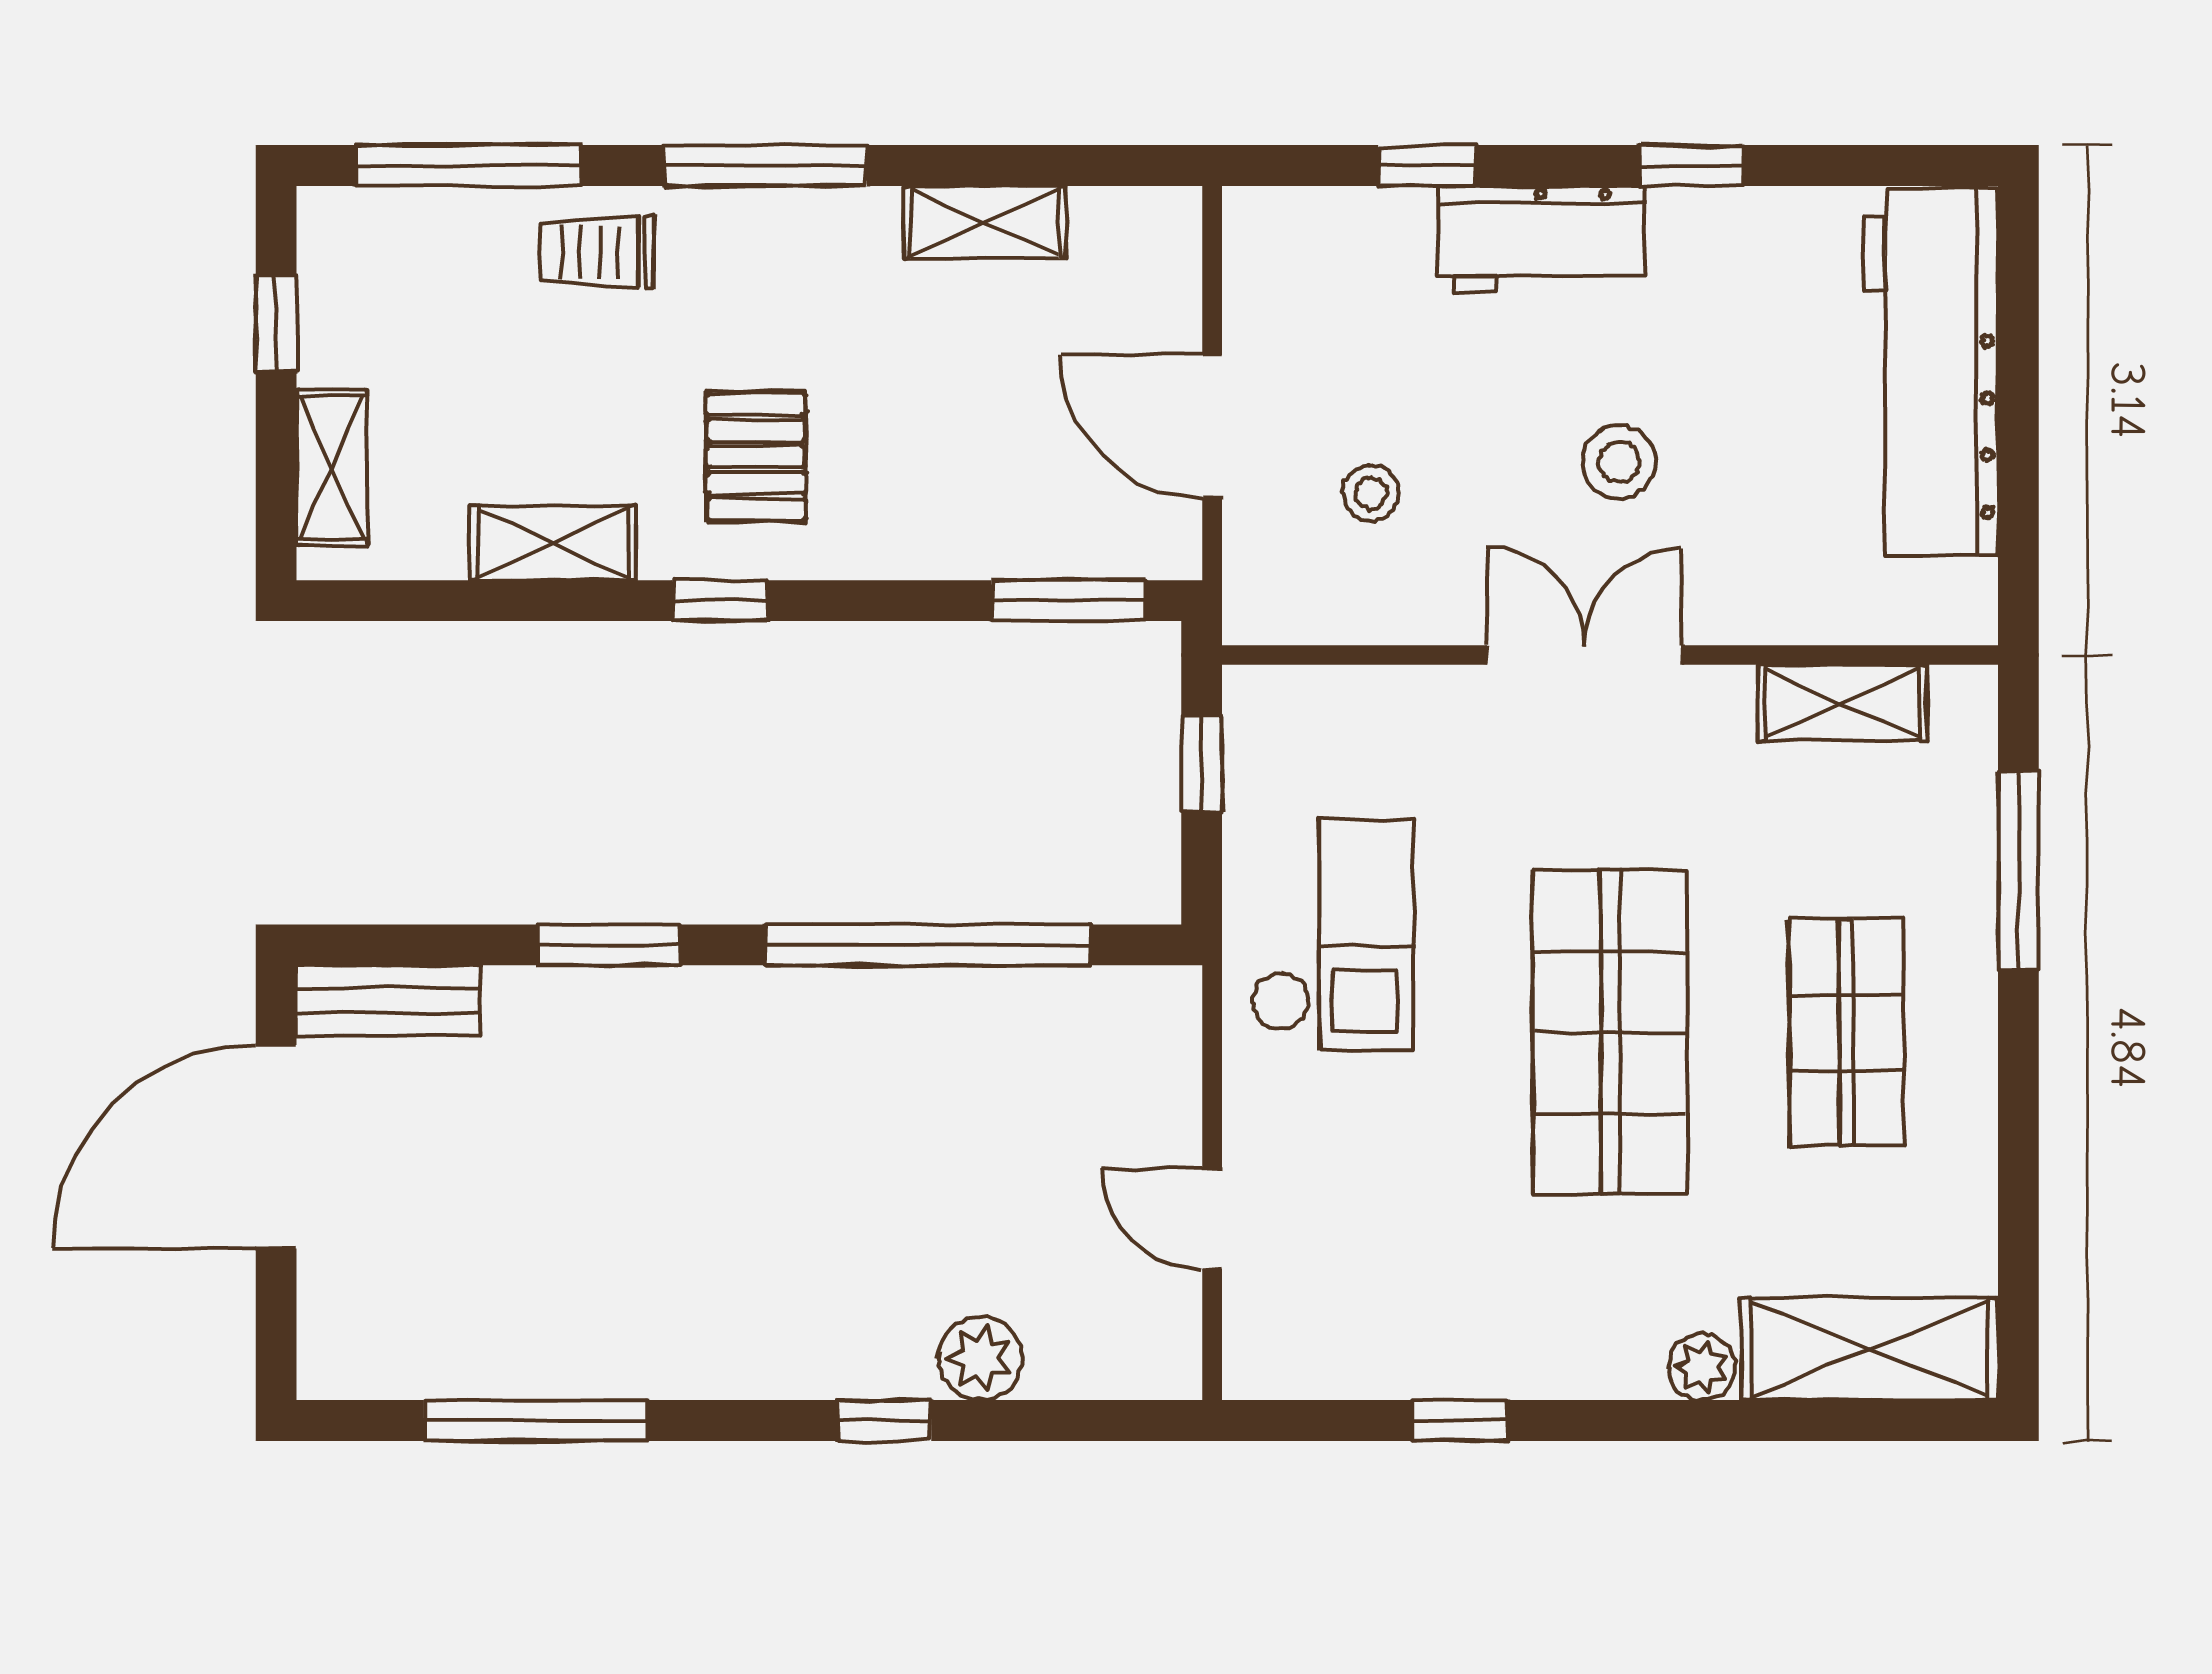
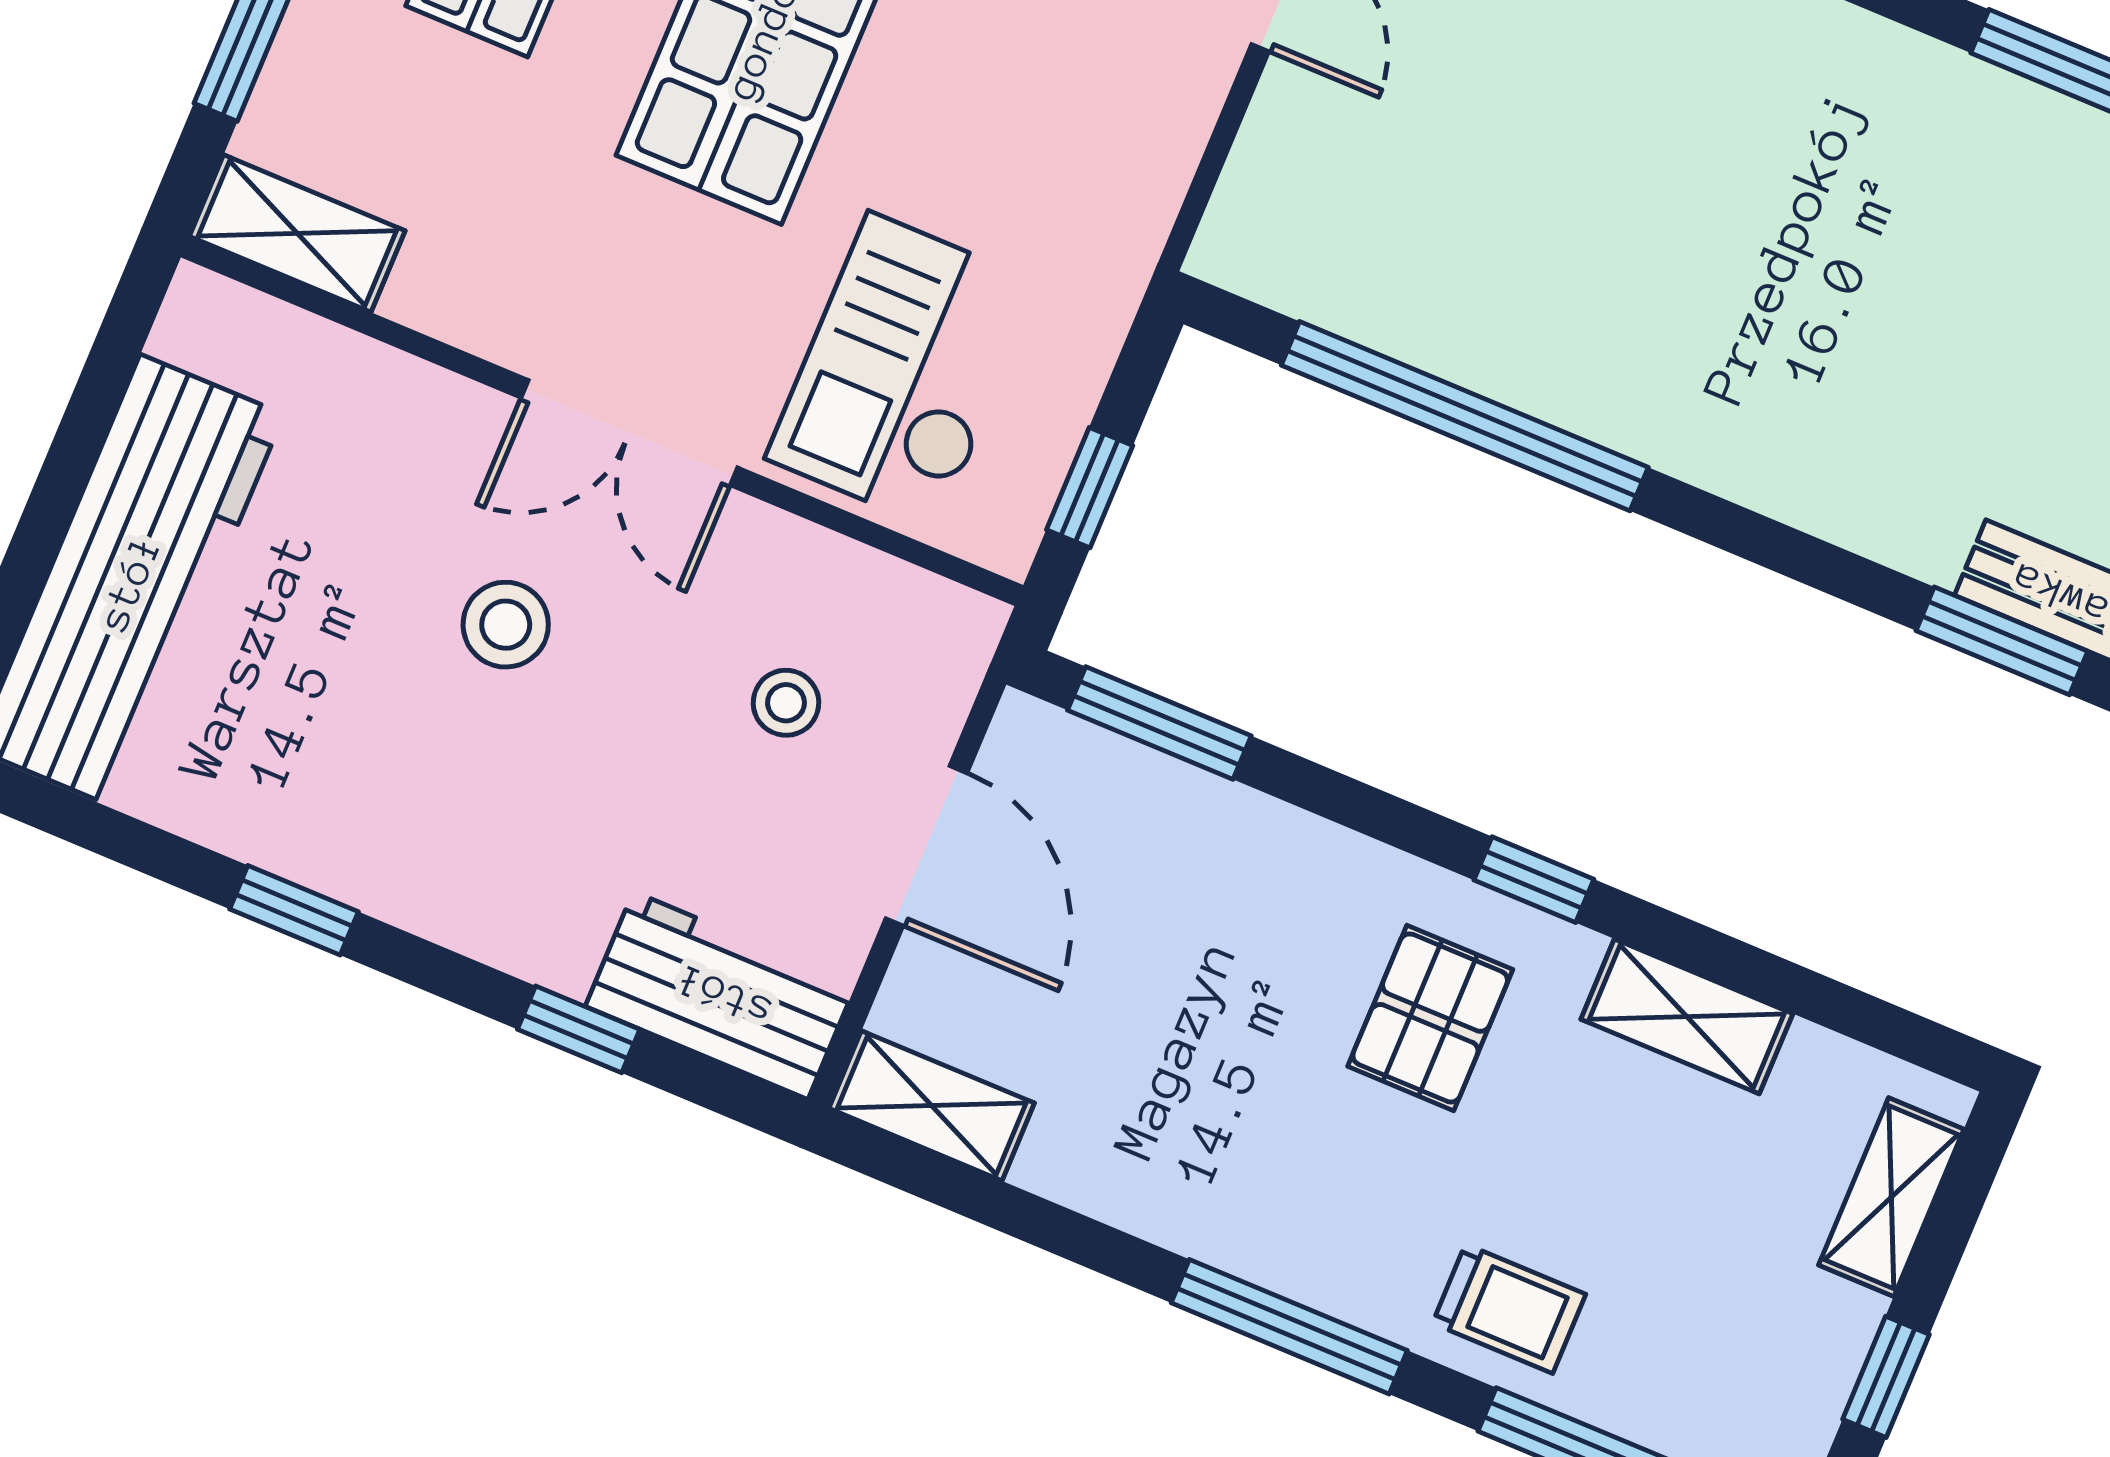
shelving: (985, 222) -> (932, 1106), moved
workbench: (1542, 239) -> (721, 995), moved
shelving: (1842, 703) -> (297, 233), moved
checkout: (1333, 934) -> (903, 371), moved
window: (609, 945) -> (2002, 641), moved

